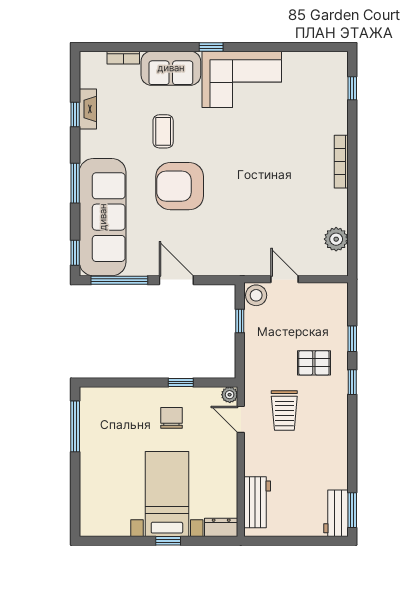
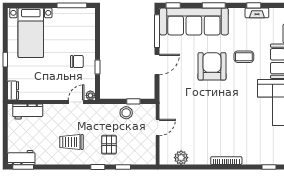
stool: (256, 295) -> (126, 113), moved
trolley: (284, 410) -> (71, 142), moved
bed with nightstands: (167, 494) -> (31, 33), moved, turned 90

